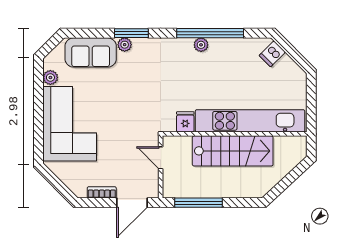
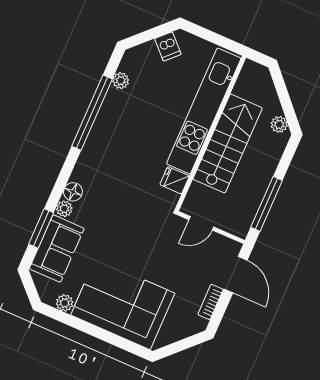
window: (131, 33) -> (41, 228), moved
plant: (201, 45) -> (121, 81), moved
floor lamp: (141, 46) -> (73, 192), added
dishwasher: (272, 54) -> (168, 46), moved
plant: (266, 185) -> (279, 124), added

